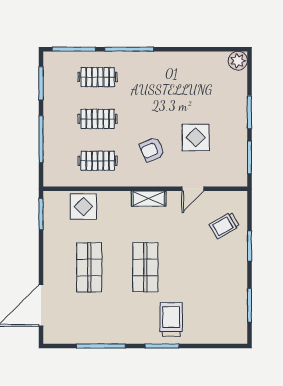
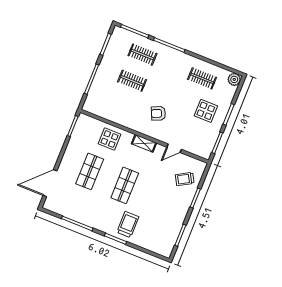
display table: (196, 137) -> (206, 111), moved
clothes rail: (98, 161) -> (202, 78), moved
display table: (83, 207) -> (110, 139), moved

